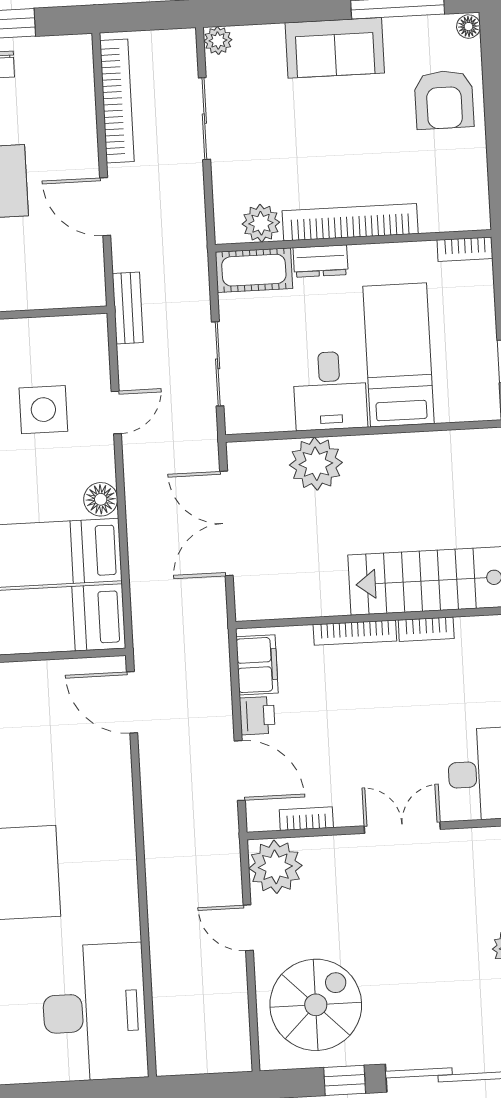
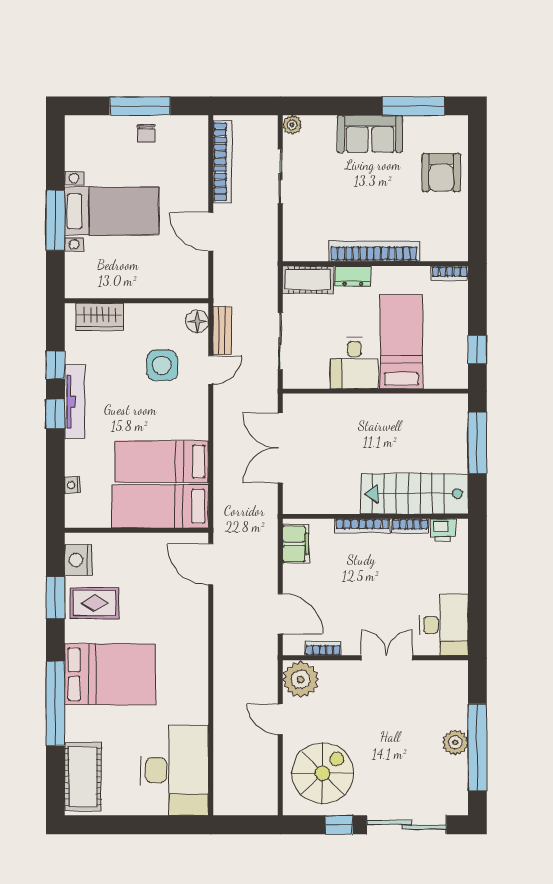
floor lamp: (469, 27) -> (460, 125), removed
plant: (261, 223) -> (314, 249), removed
bench: (128, 308) -> (222, 331), moved
plant: (316, 464) -> (342, 411), removed
floor lamp: (101, 499) -> (197, 321), moved
printer: (257, 716) -> (443, 530), moved, turned 90

